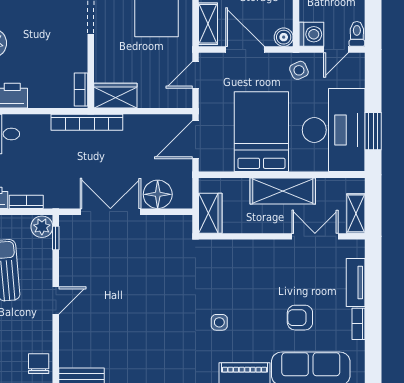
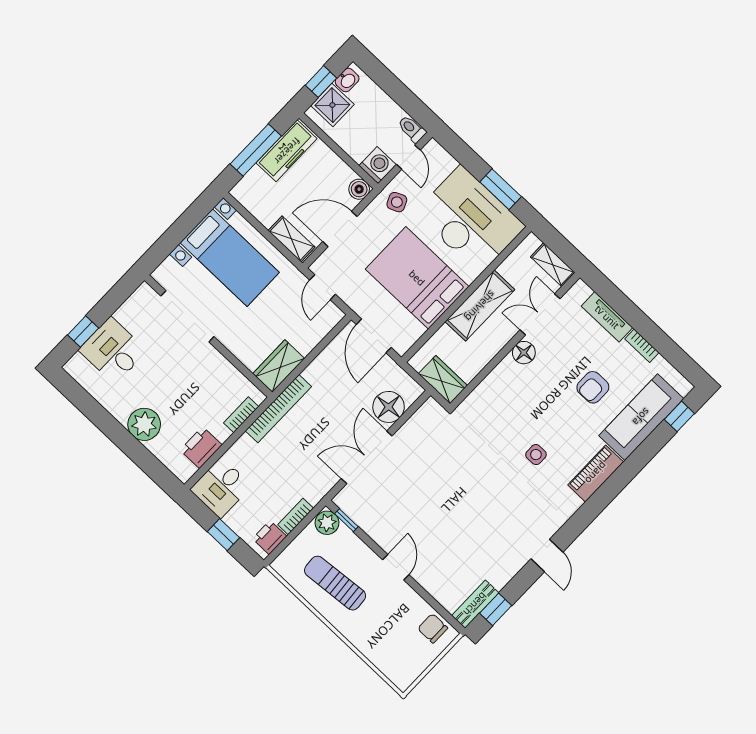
bookcase: (81, 90) -> (241, 415), moved, turned 90
floor lamp: (279, 250) -> (524, 353), added

